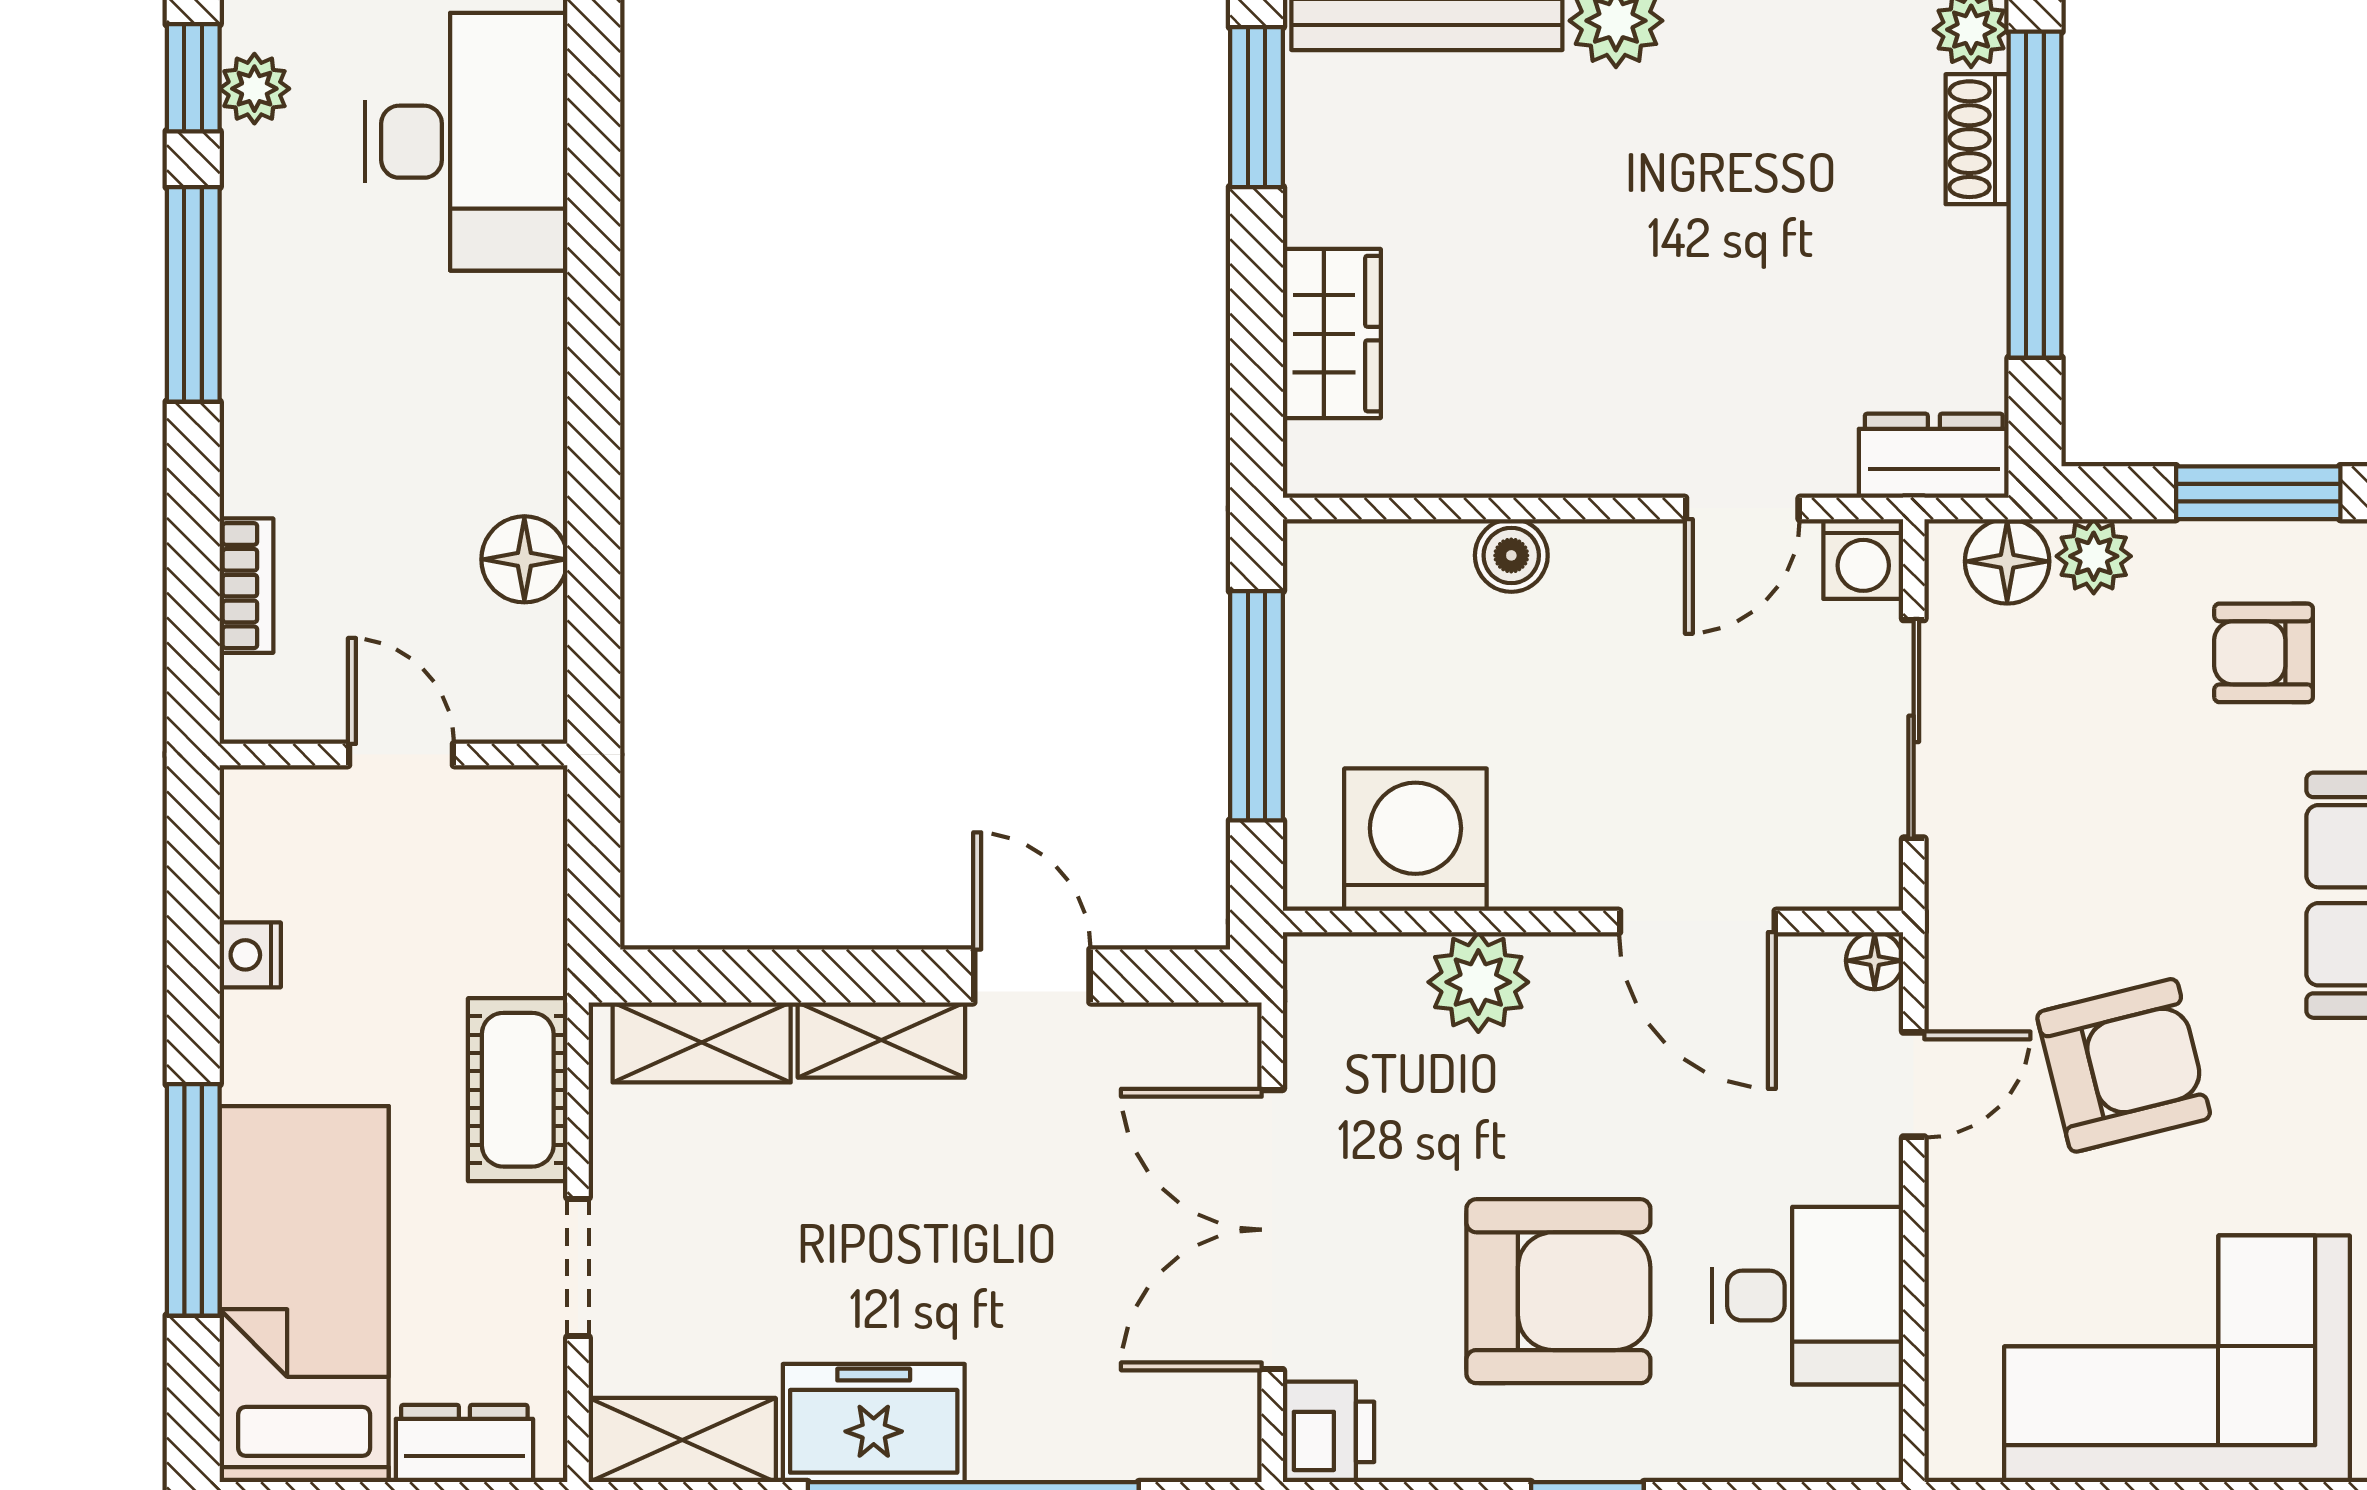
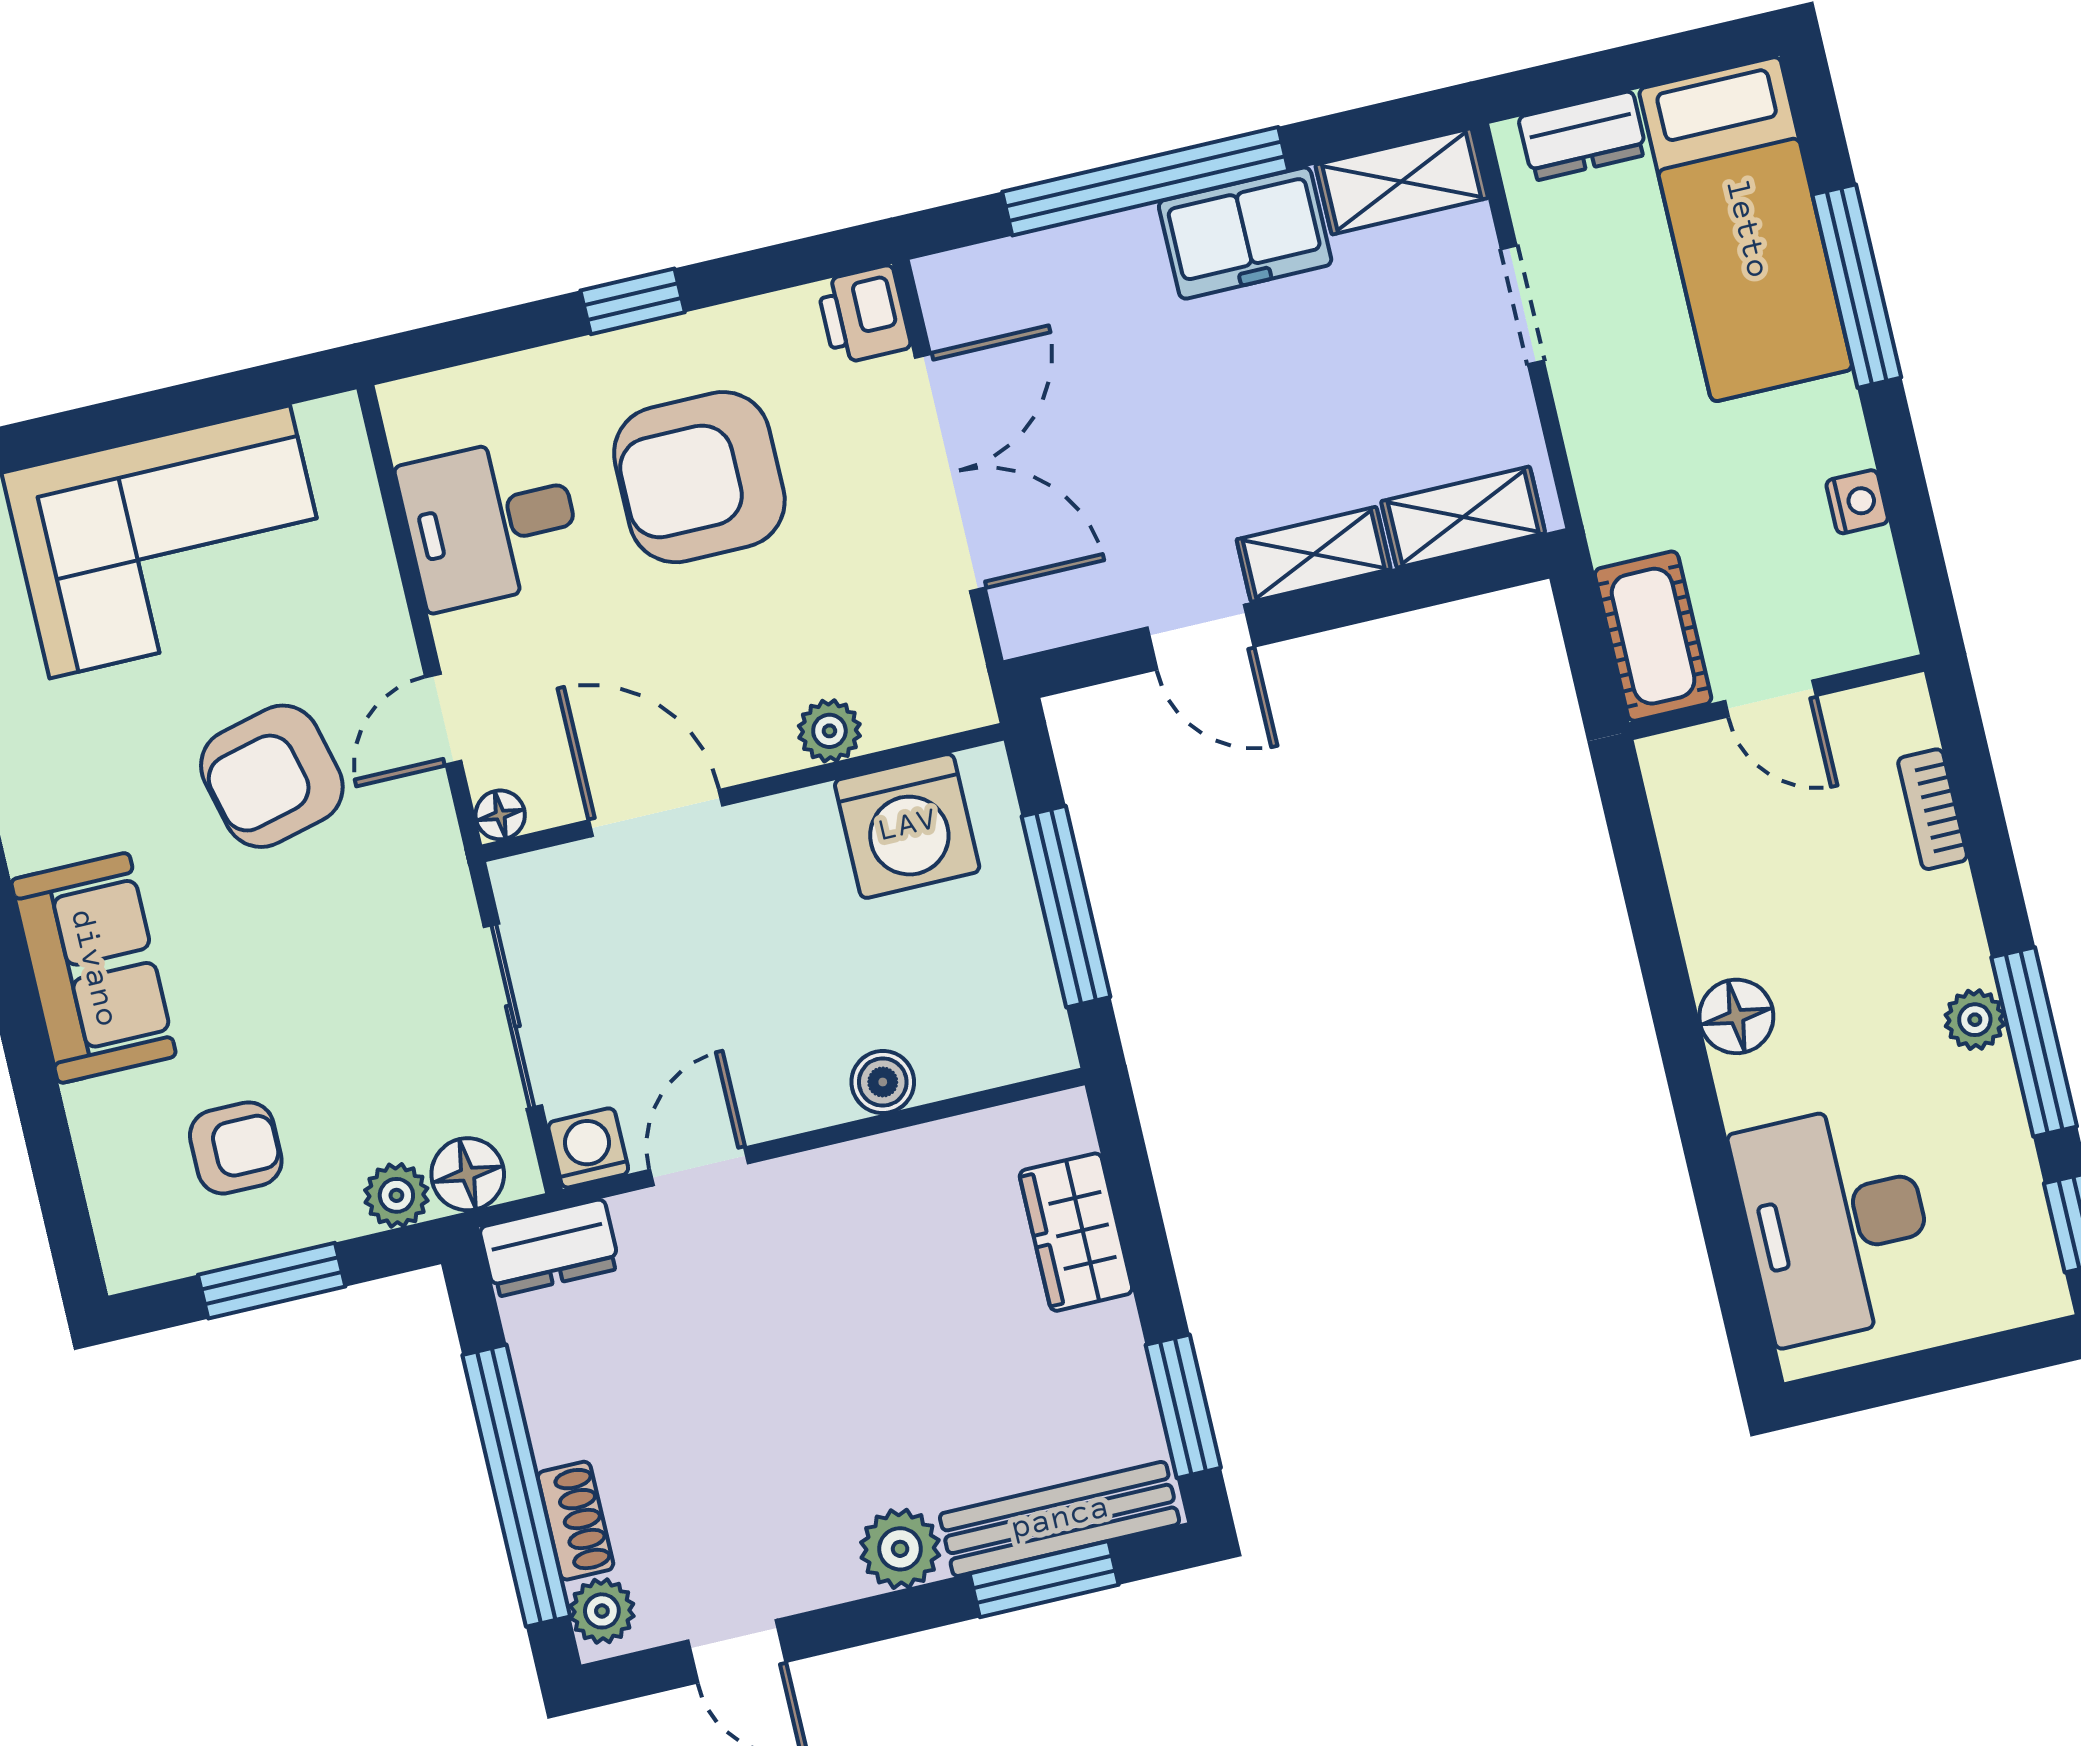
plant: (254, 89) -> (1975, 1020), moved
floor lamp: (524, 559) -> (1736, 1016), moved
plant: (1478, 982) -> (829, 731), width x0.73, depth x0.73
cot: (518, 1090) -> (1653, 636), moved

